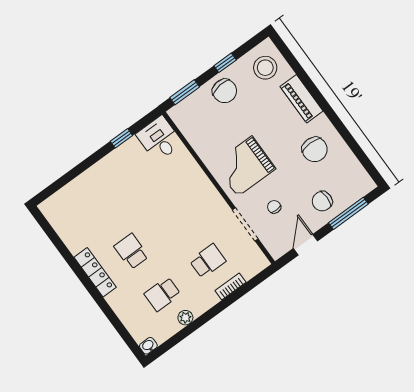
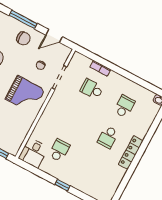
window: (121, 138) -> (62, 185), moved
school desk: (146, 176) -> (59, 150), added
school desk: (162, 294) -> (124, 106), turned -90
plant: (185, 318) -> (132, 86), removed

